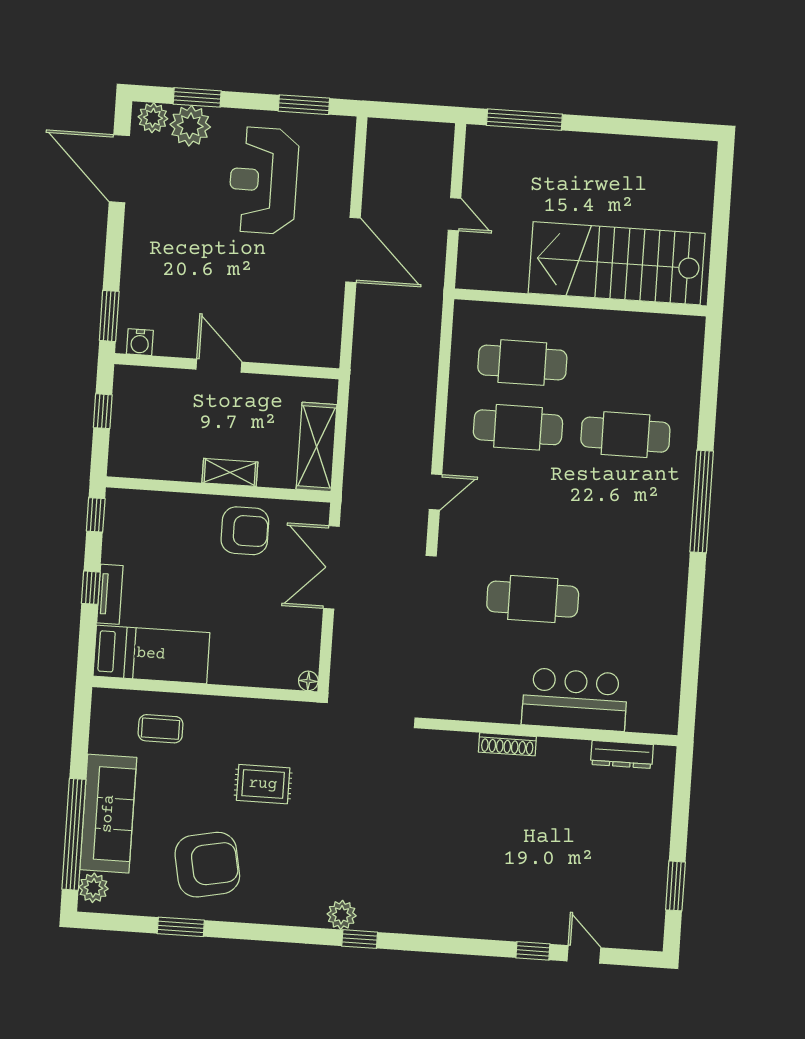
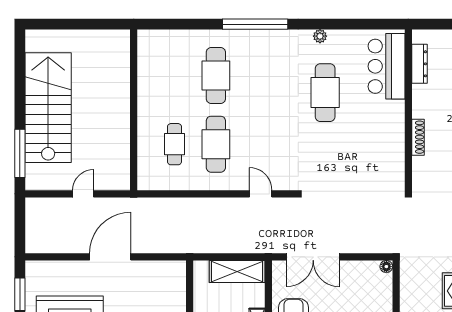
stairs: (617, 263) -> (48, 108), moved, turned 180
cafe table: (522, 363) -> (174, 144), width x0.73, depth x0.74
cafe table: (533, 599) -> (325, 93), moved
plant: (676, 602) -> (320, 36), added
bar counter: (575, 699) -> (387, 66), moved

